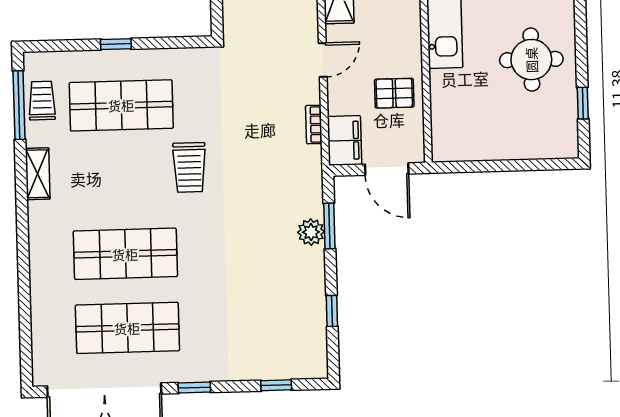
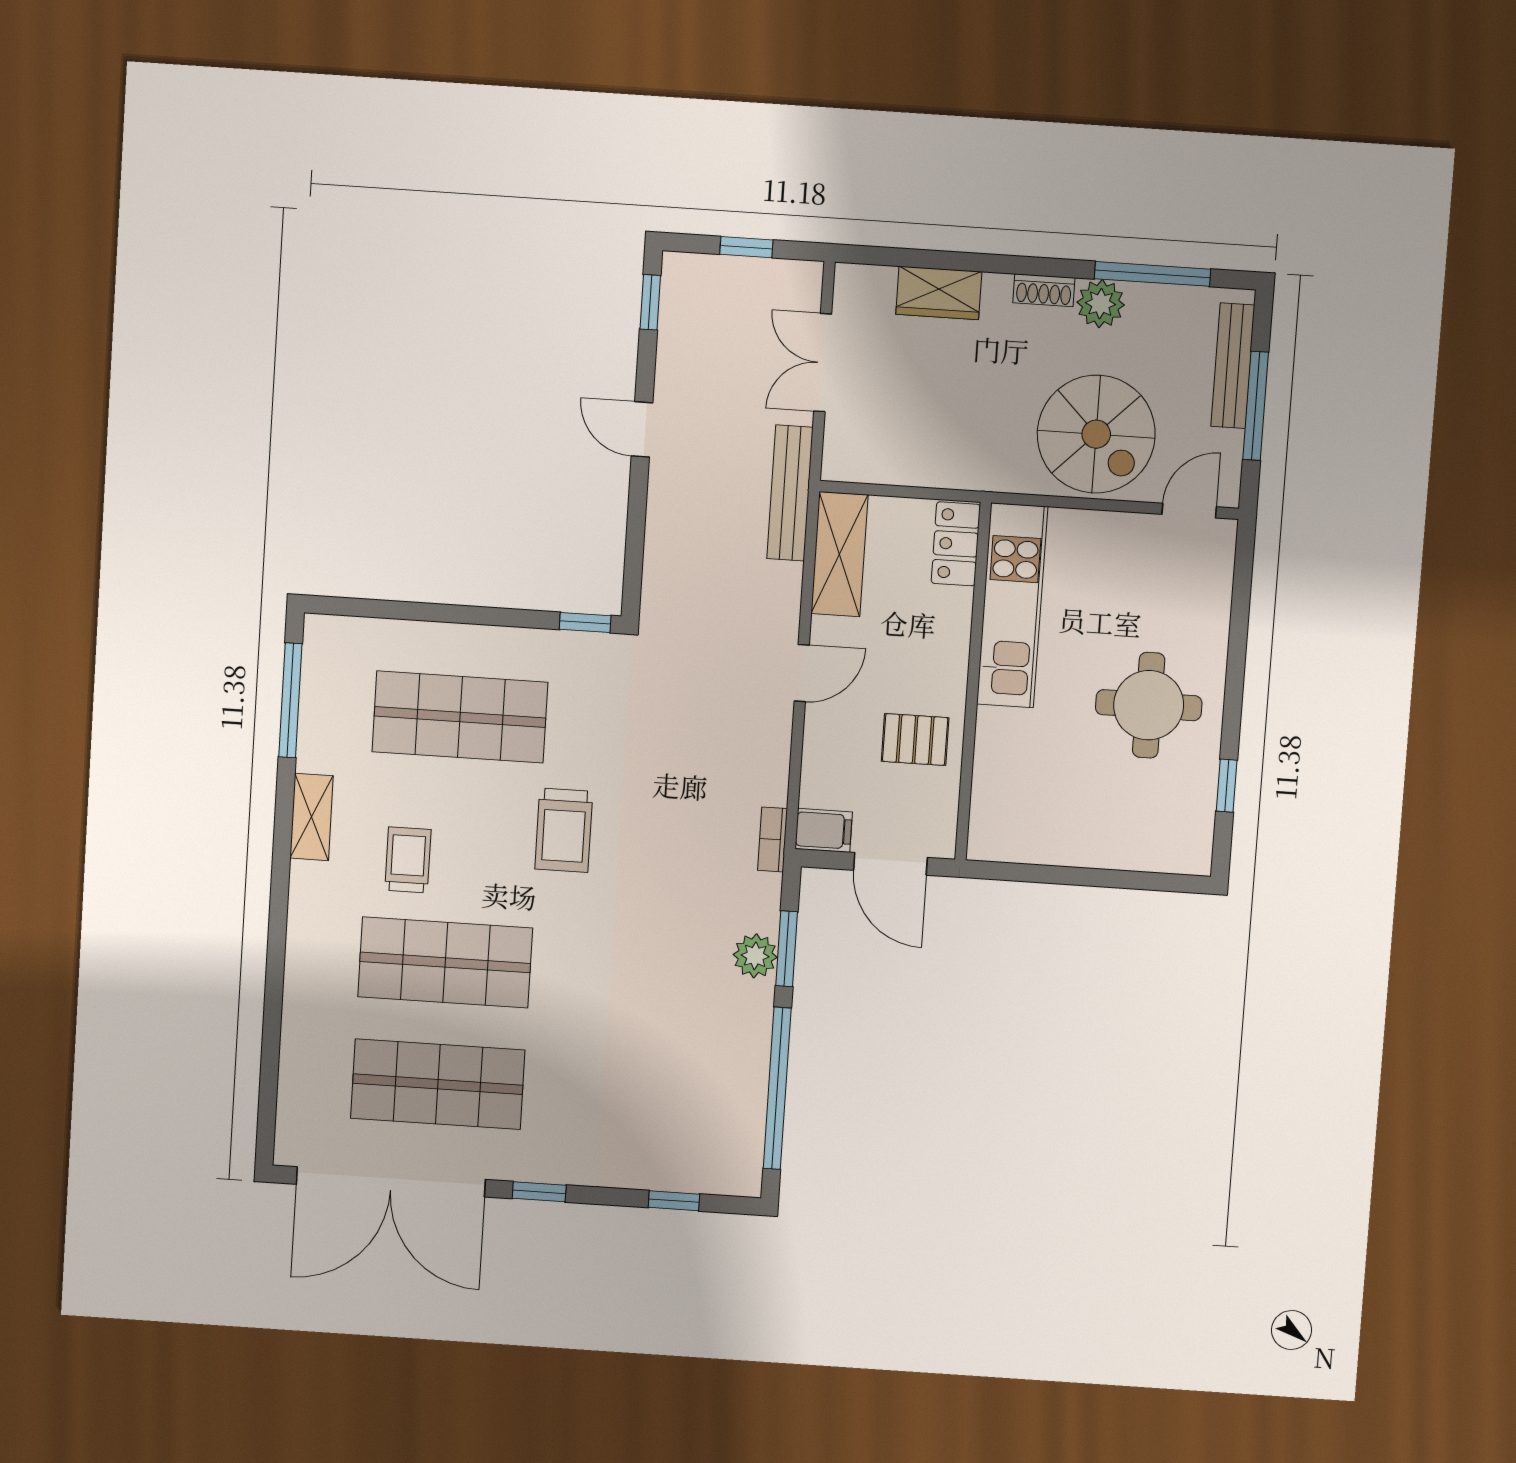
window: (116, 44) -> (585, 623), moved
trolley: (42, 101) -> (408, 860), moved
bookcase: (314, 125) -> (773, 839), moved
filing cabinet: (345, 140) -> (824, 830), width x0.50
window: (332, 311) -> (777, 1088), width x3.17

